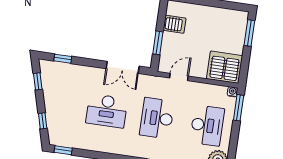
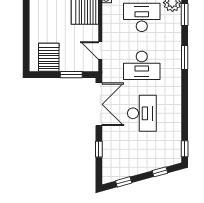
server rack: (175, 24) -> (49, 57), width x1.36, depth x1.44
window: (63, 59) -> (99, 149), moved
double door: (123, 67) -> (99, 104), width x1.37

